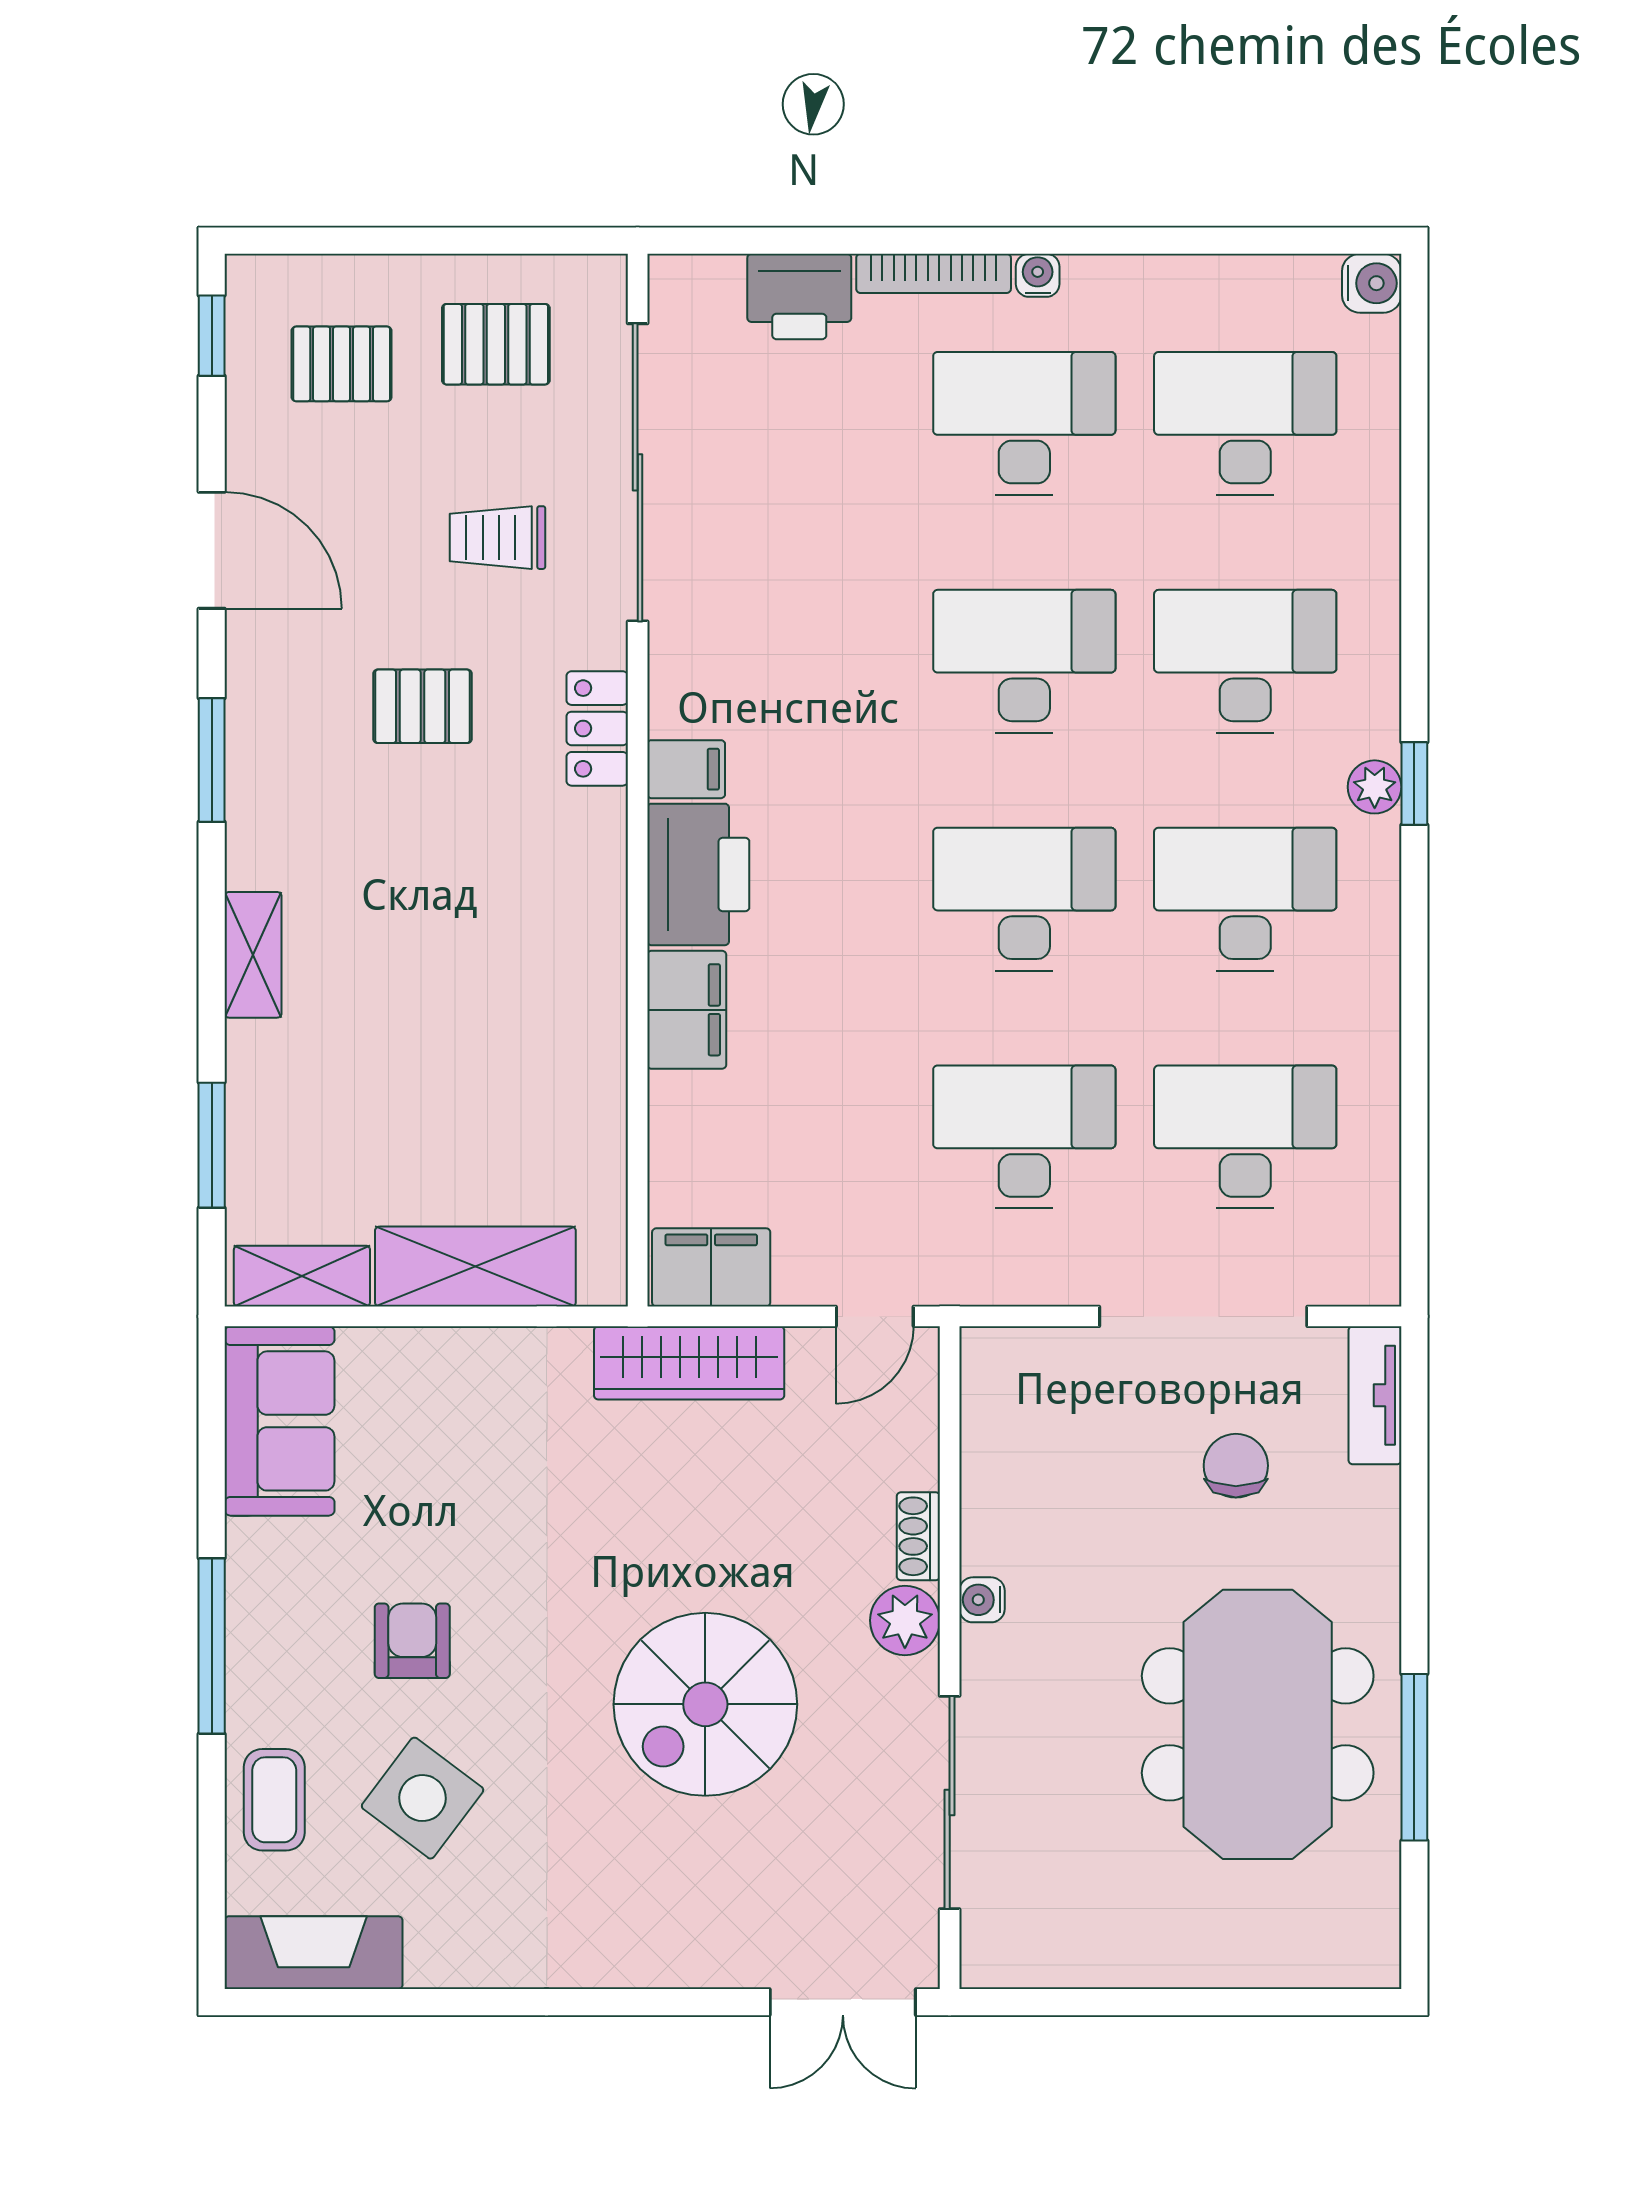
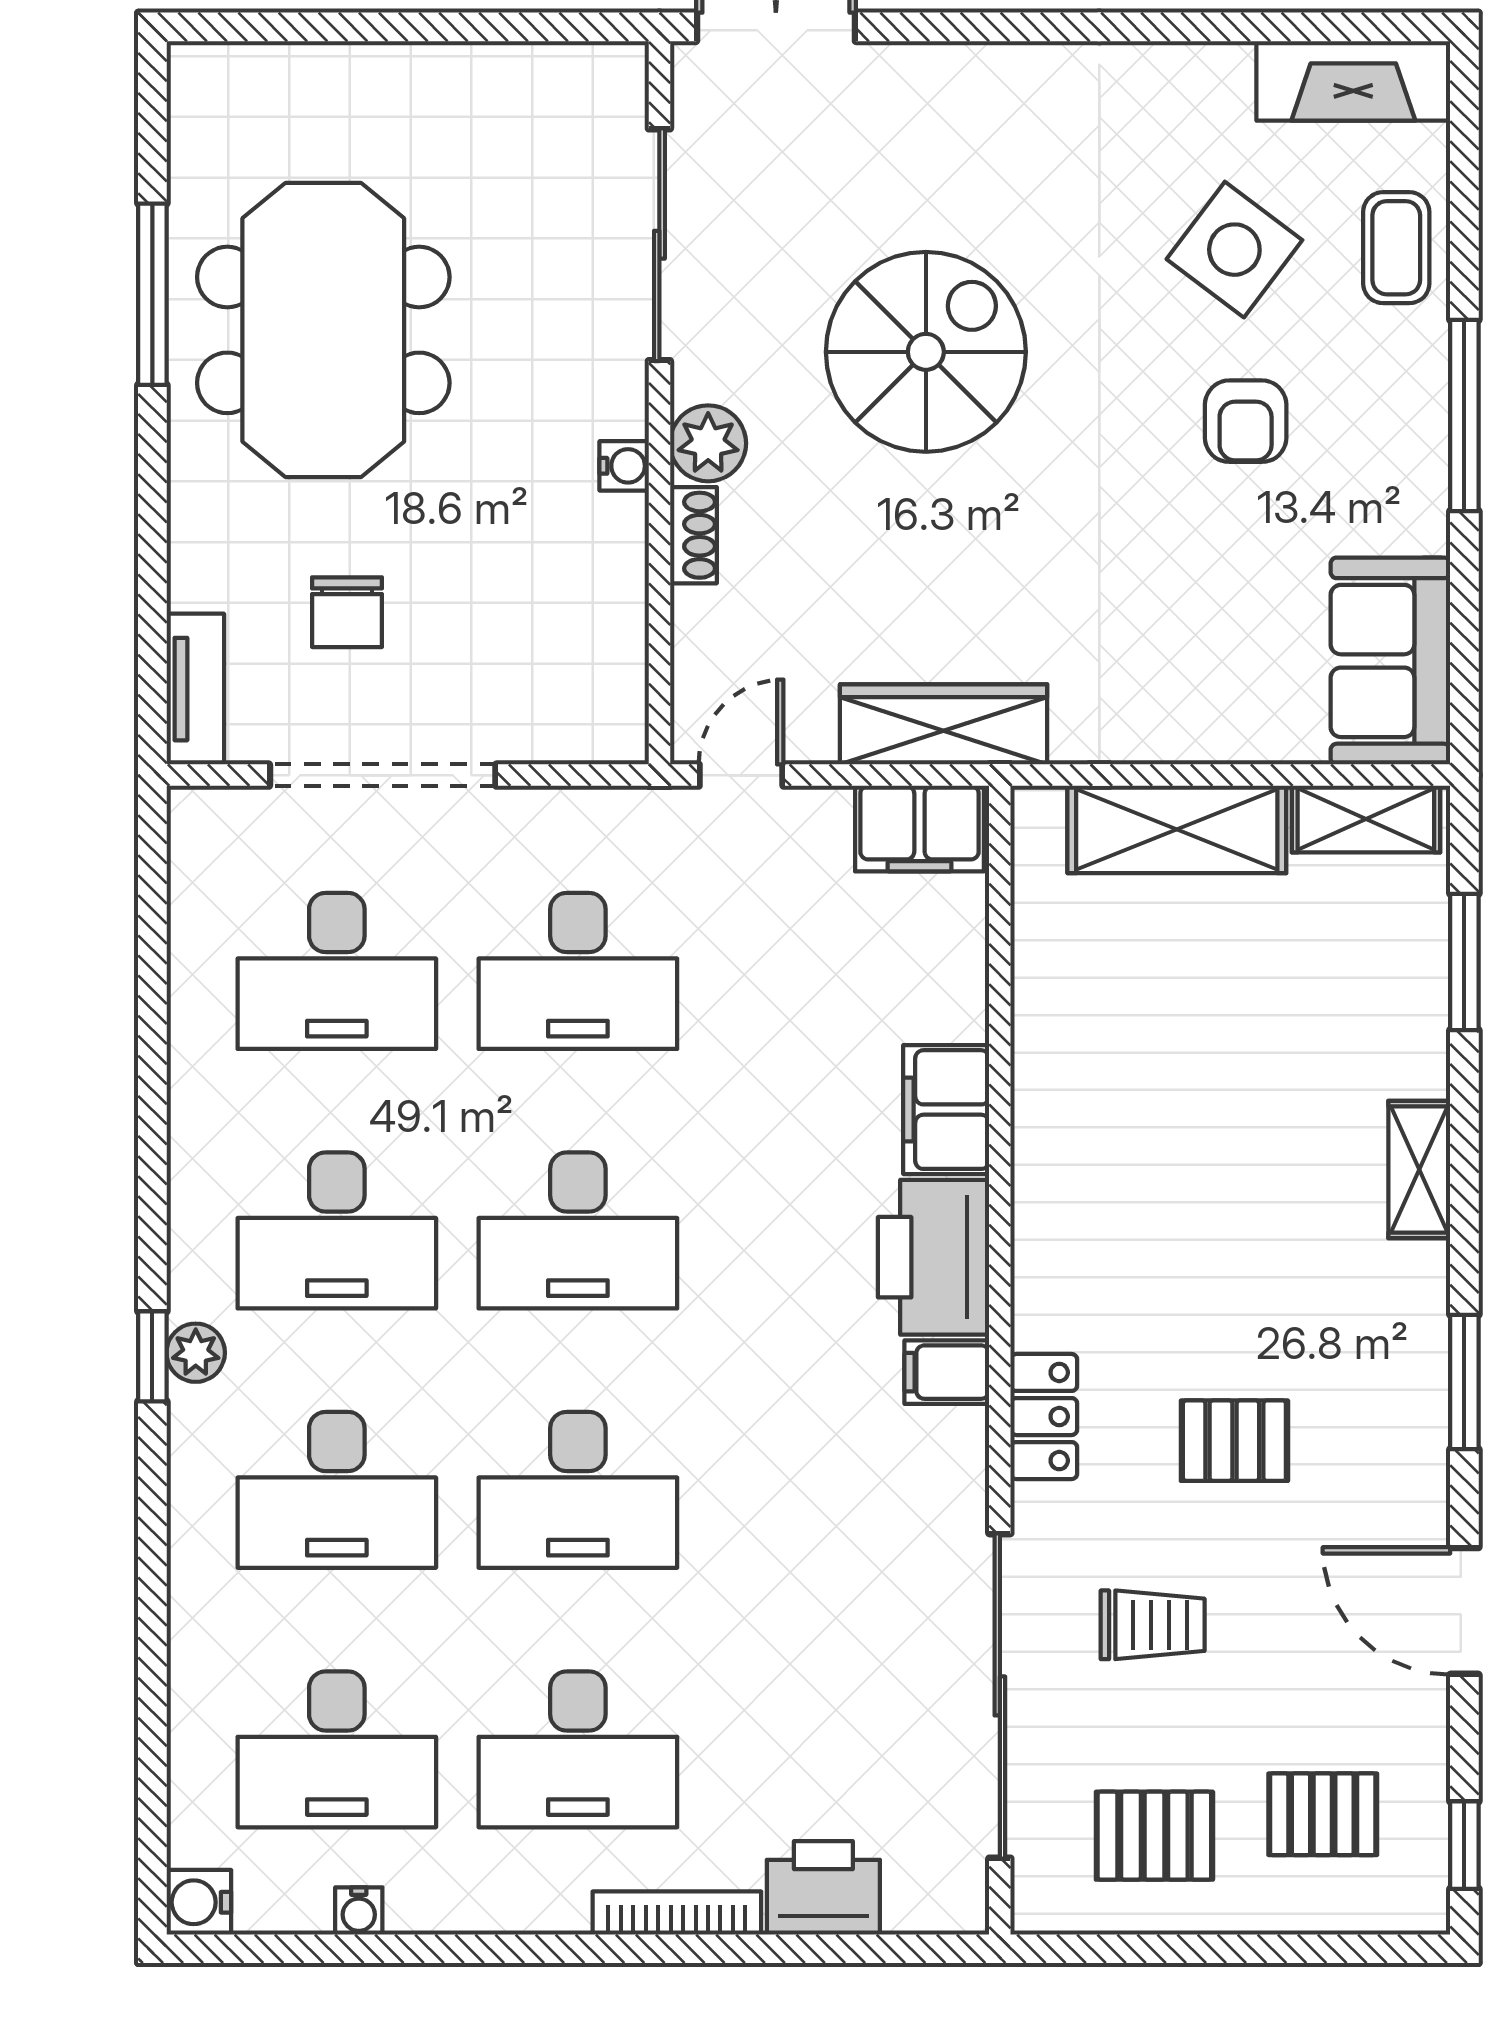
water cooler: (1038, 275) -> (359, 1911), moved

